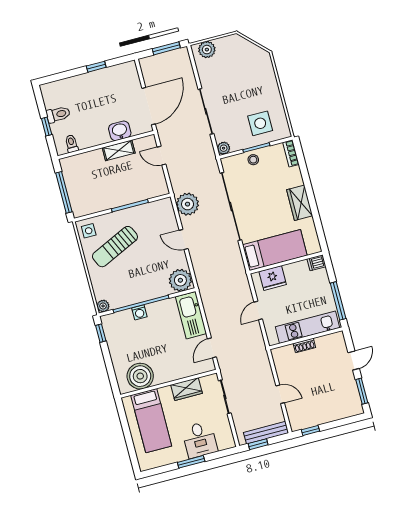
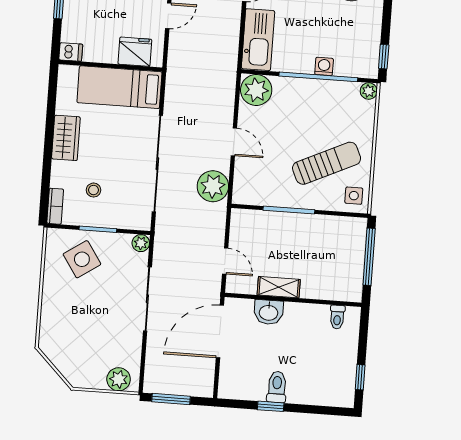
toilet: (58, 114) -> (277, 387), moved, turned 90
side table: (260, 123) -> (82, 259), turned -34
window: (47, 127) -> (360, 377), moved
stool: (253, 160) -> (94, 190), moved

